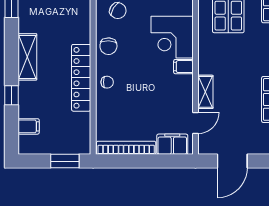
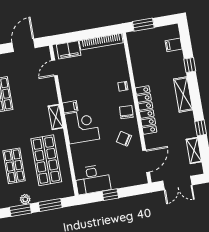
locker: (81, 78) -> (146, 110), moved
shelving: (205, 92) -> (56, 117), moved

